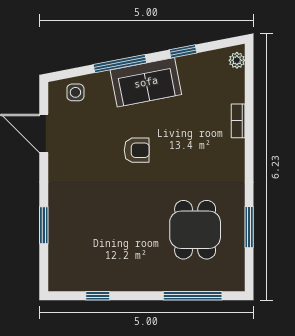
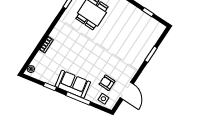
armchair: (137, 150) -> (107, 83), moved

